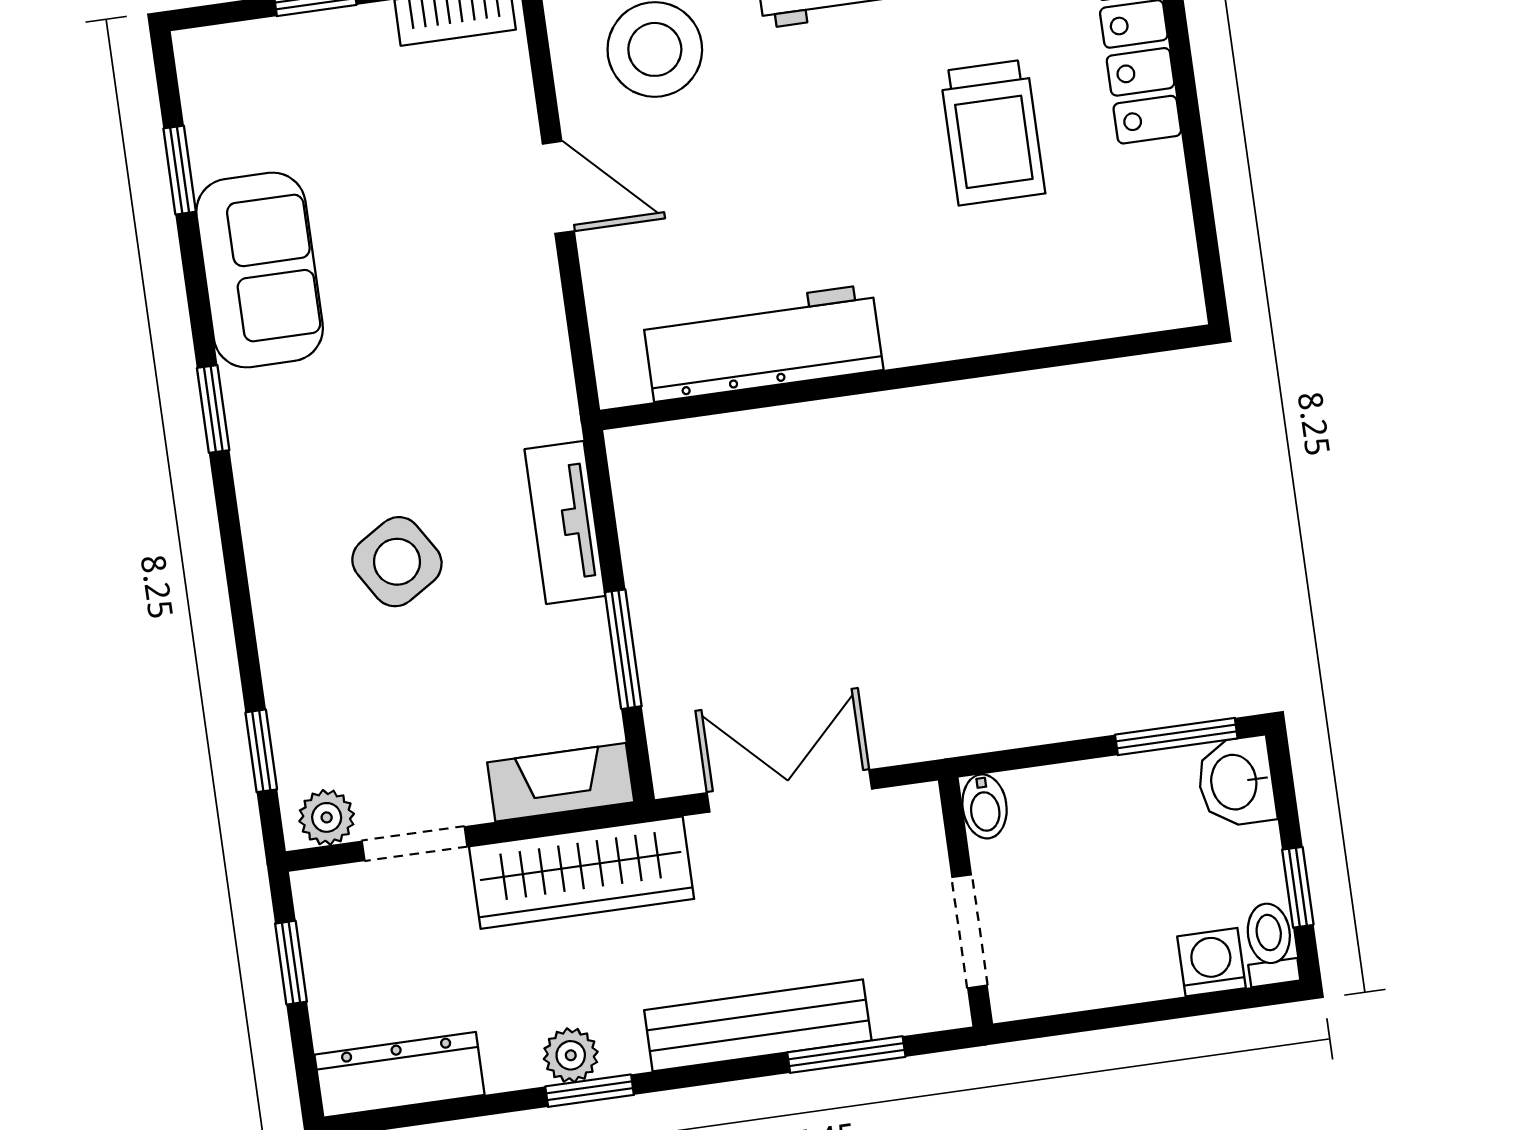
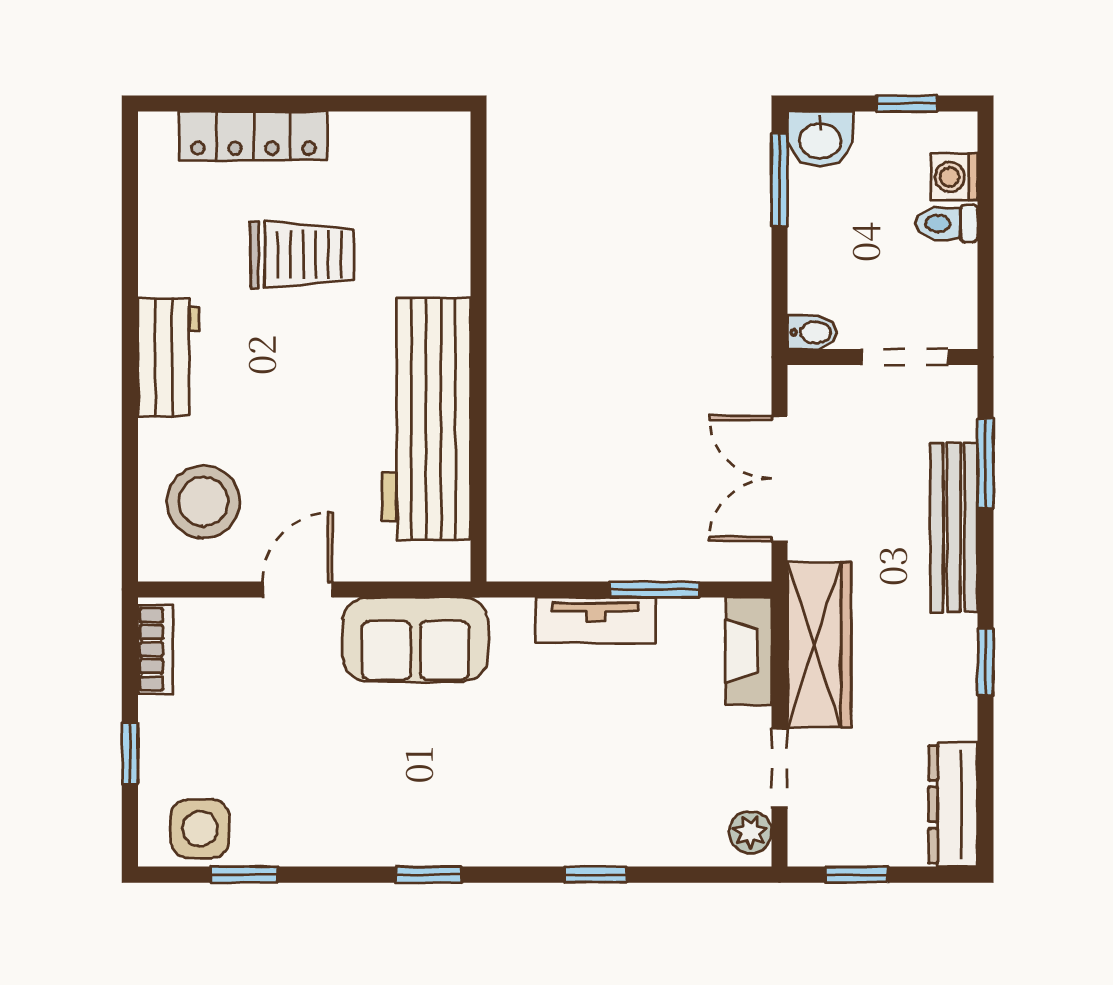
sofa: (260, 270) -> (415, 639), moved, turned 180
workbench: (763, 343) -> (426, 419), width x1.36, depth x1.32
tv unit: (565, 522) -> (596, 620), moved
side table: (397, 562) -> (200, 829), moved, turned 32
window: (261, 751) -> (596, 875), moved
toilet: (1270, 944) -> (947, 223), moved
plant: (571, 1055) -> (957, 673), removed

